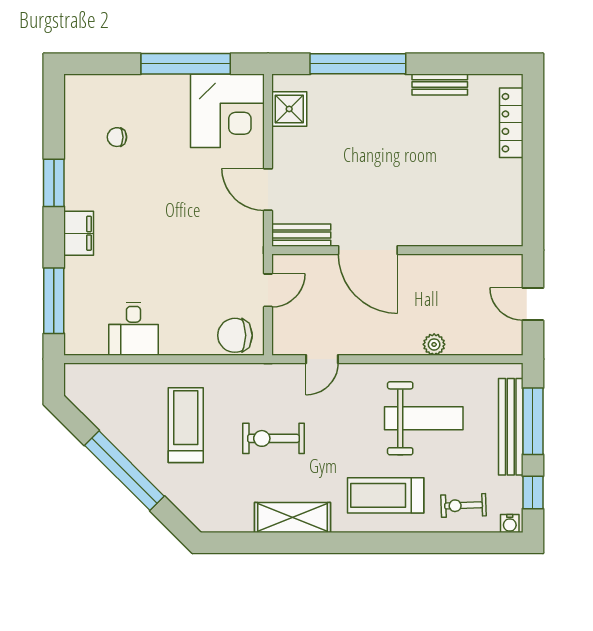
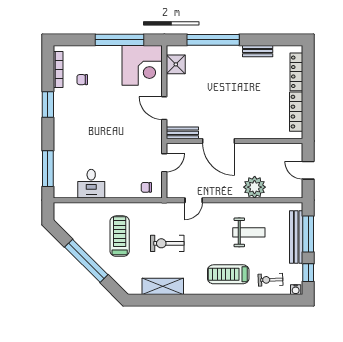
bookcase: (73, 118) -> (58, 69), added
locker: (511, 196) -> (296, 112), added
filing cabinet: (79, 233) -> (61, 132), removed
chair: (235, 335) -> (146, 187), width x0.54, depth x0.54
plant: (434, 344) -> (255, 187), width x1.88, depth x1.88
weight bench: (424, 418) -> (249, 232), width x0.73, depth x0.75
shelving: (293, 518) -> (163, 286), moved

